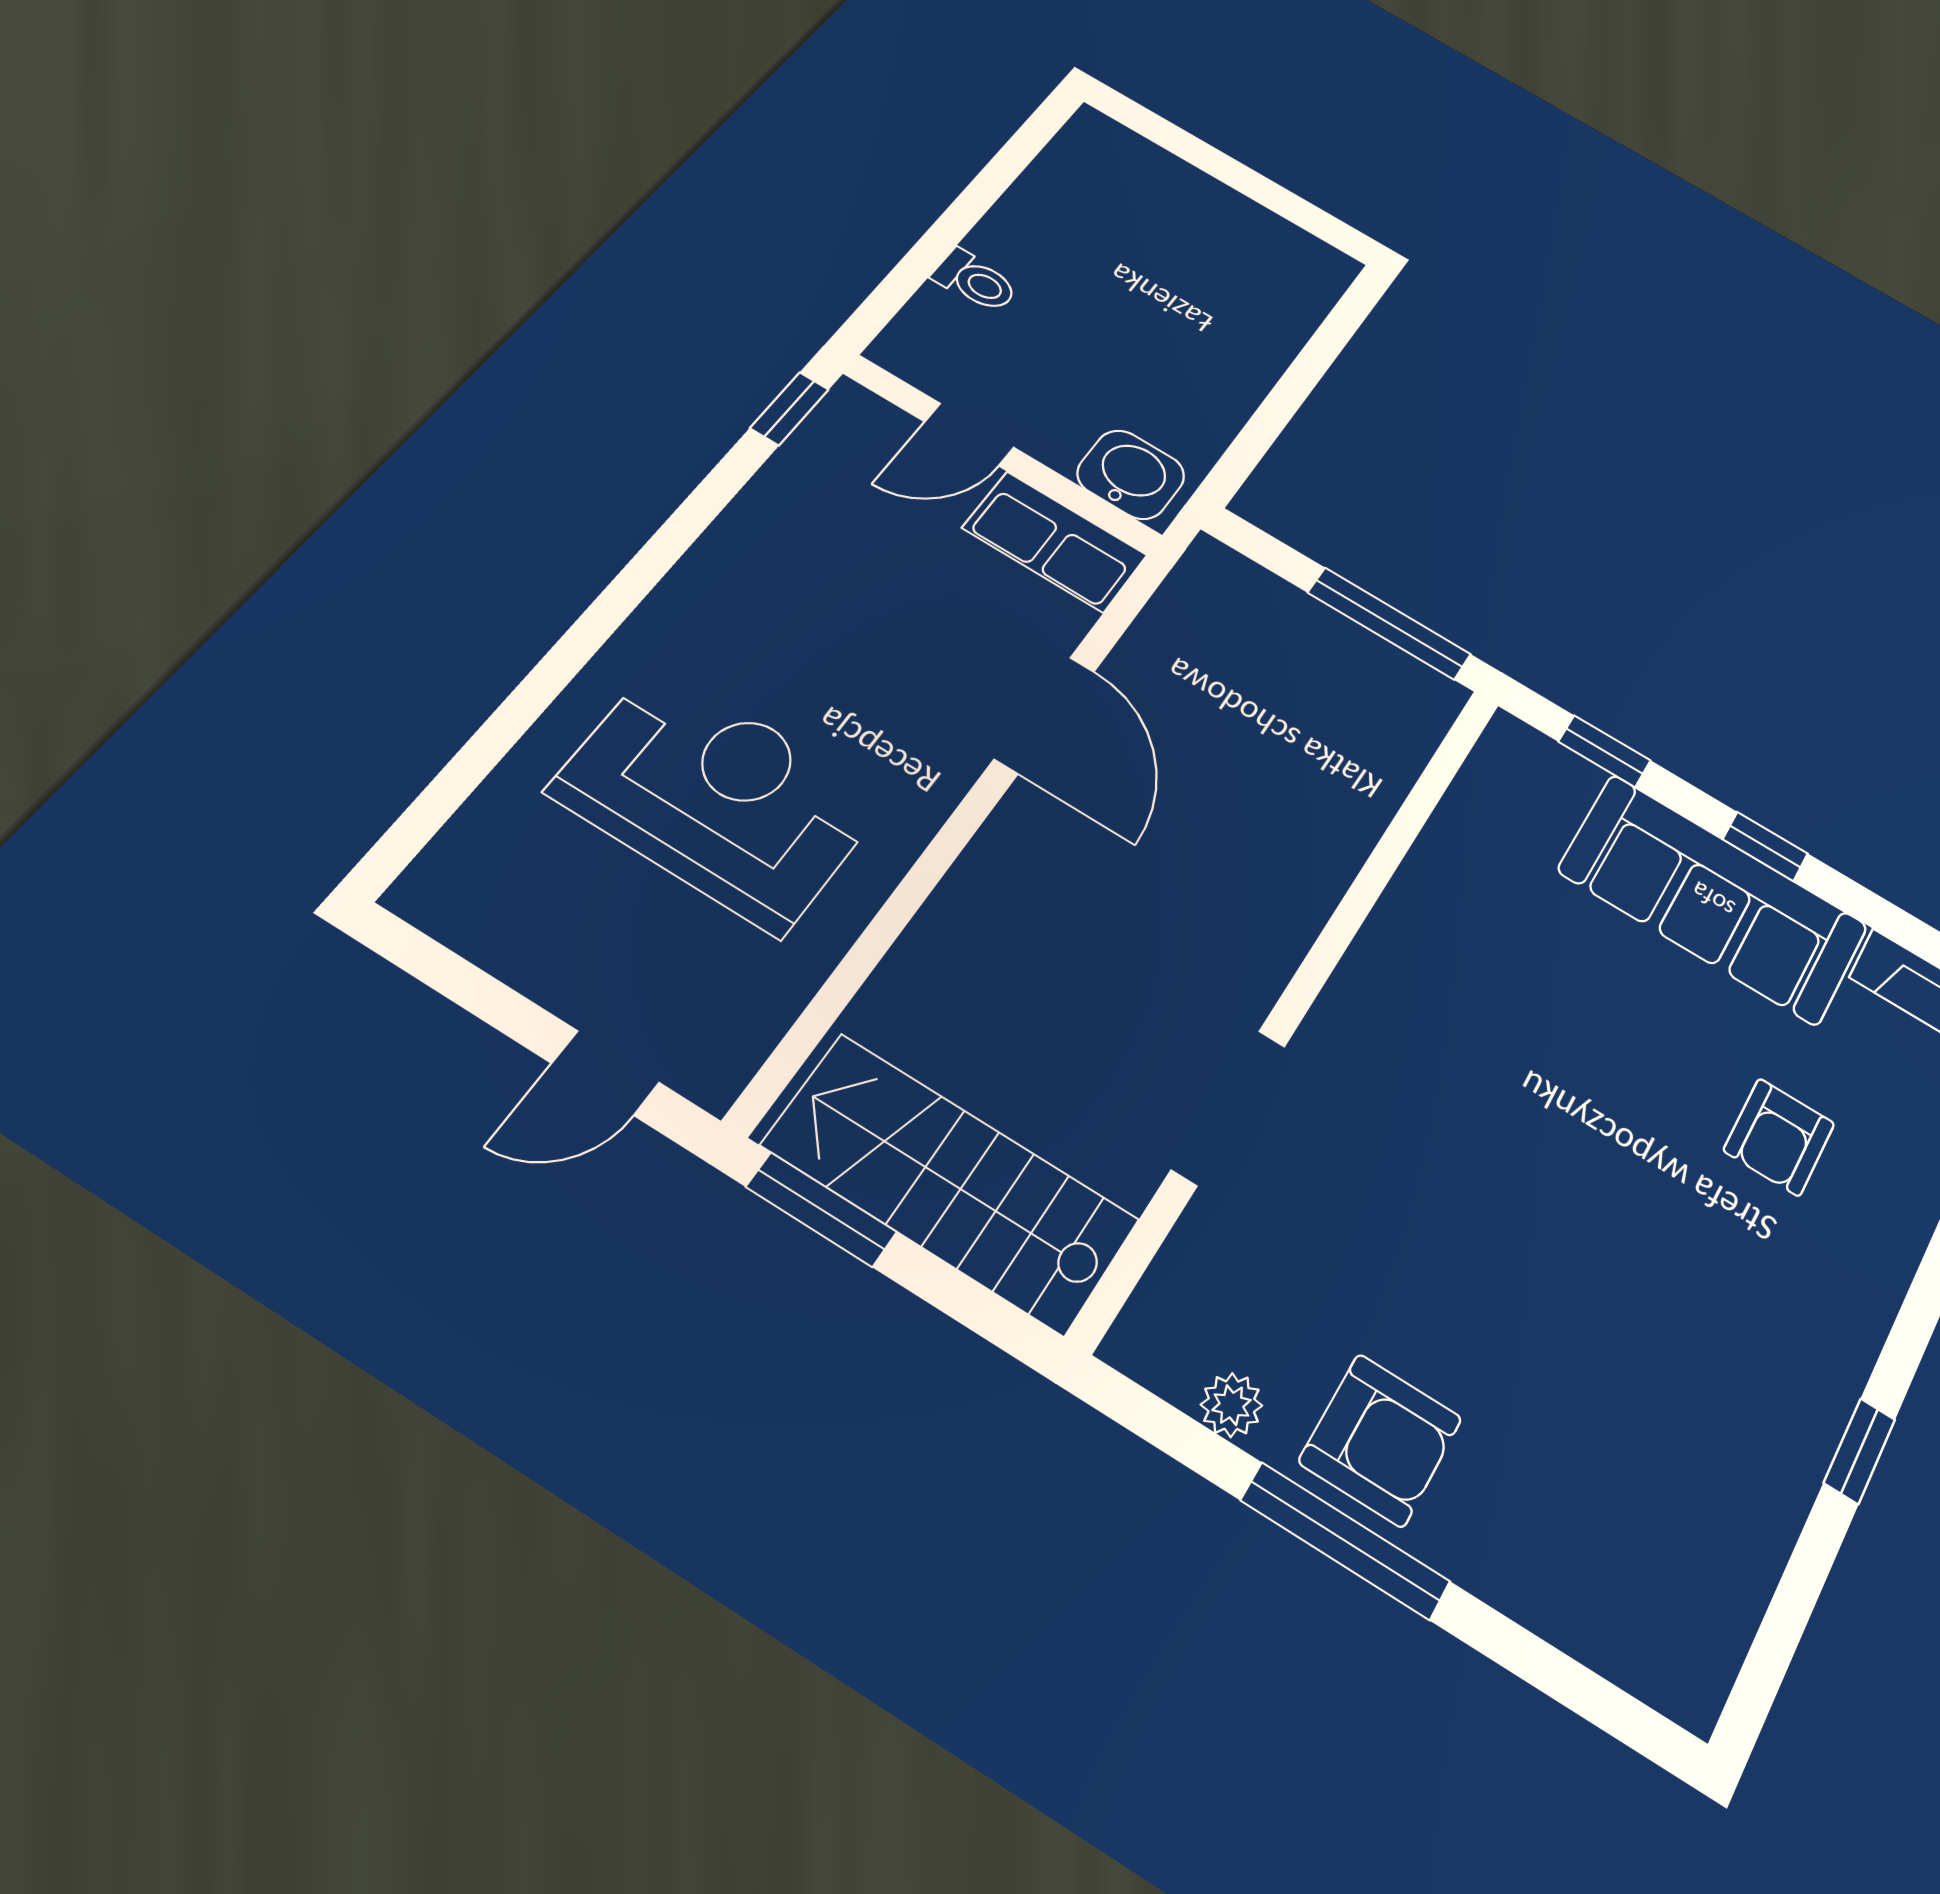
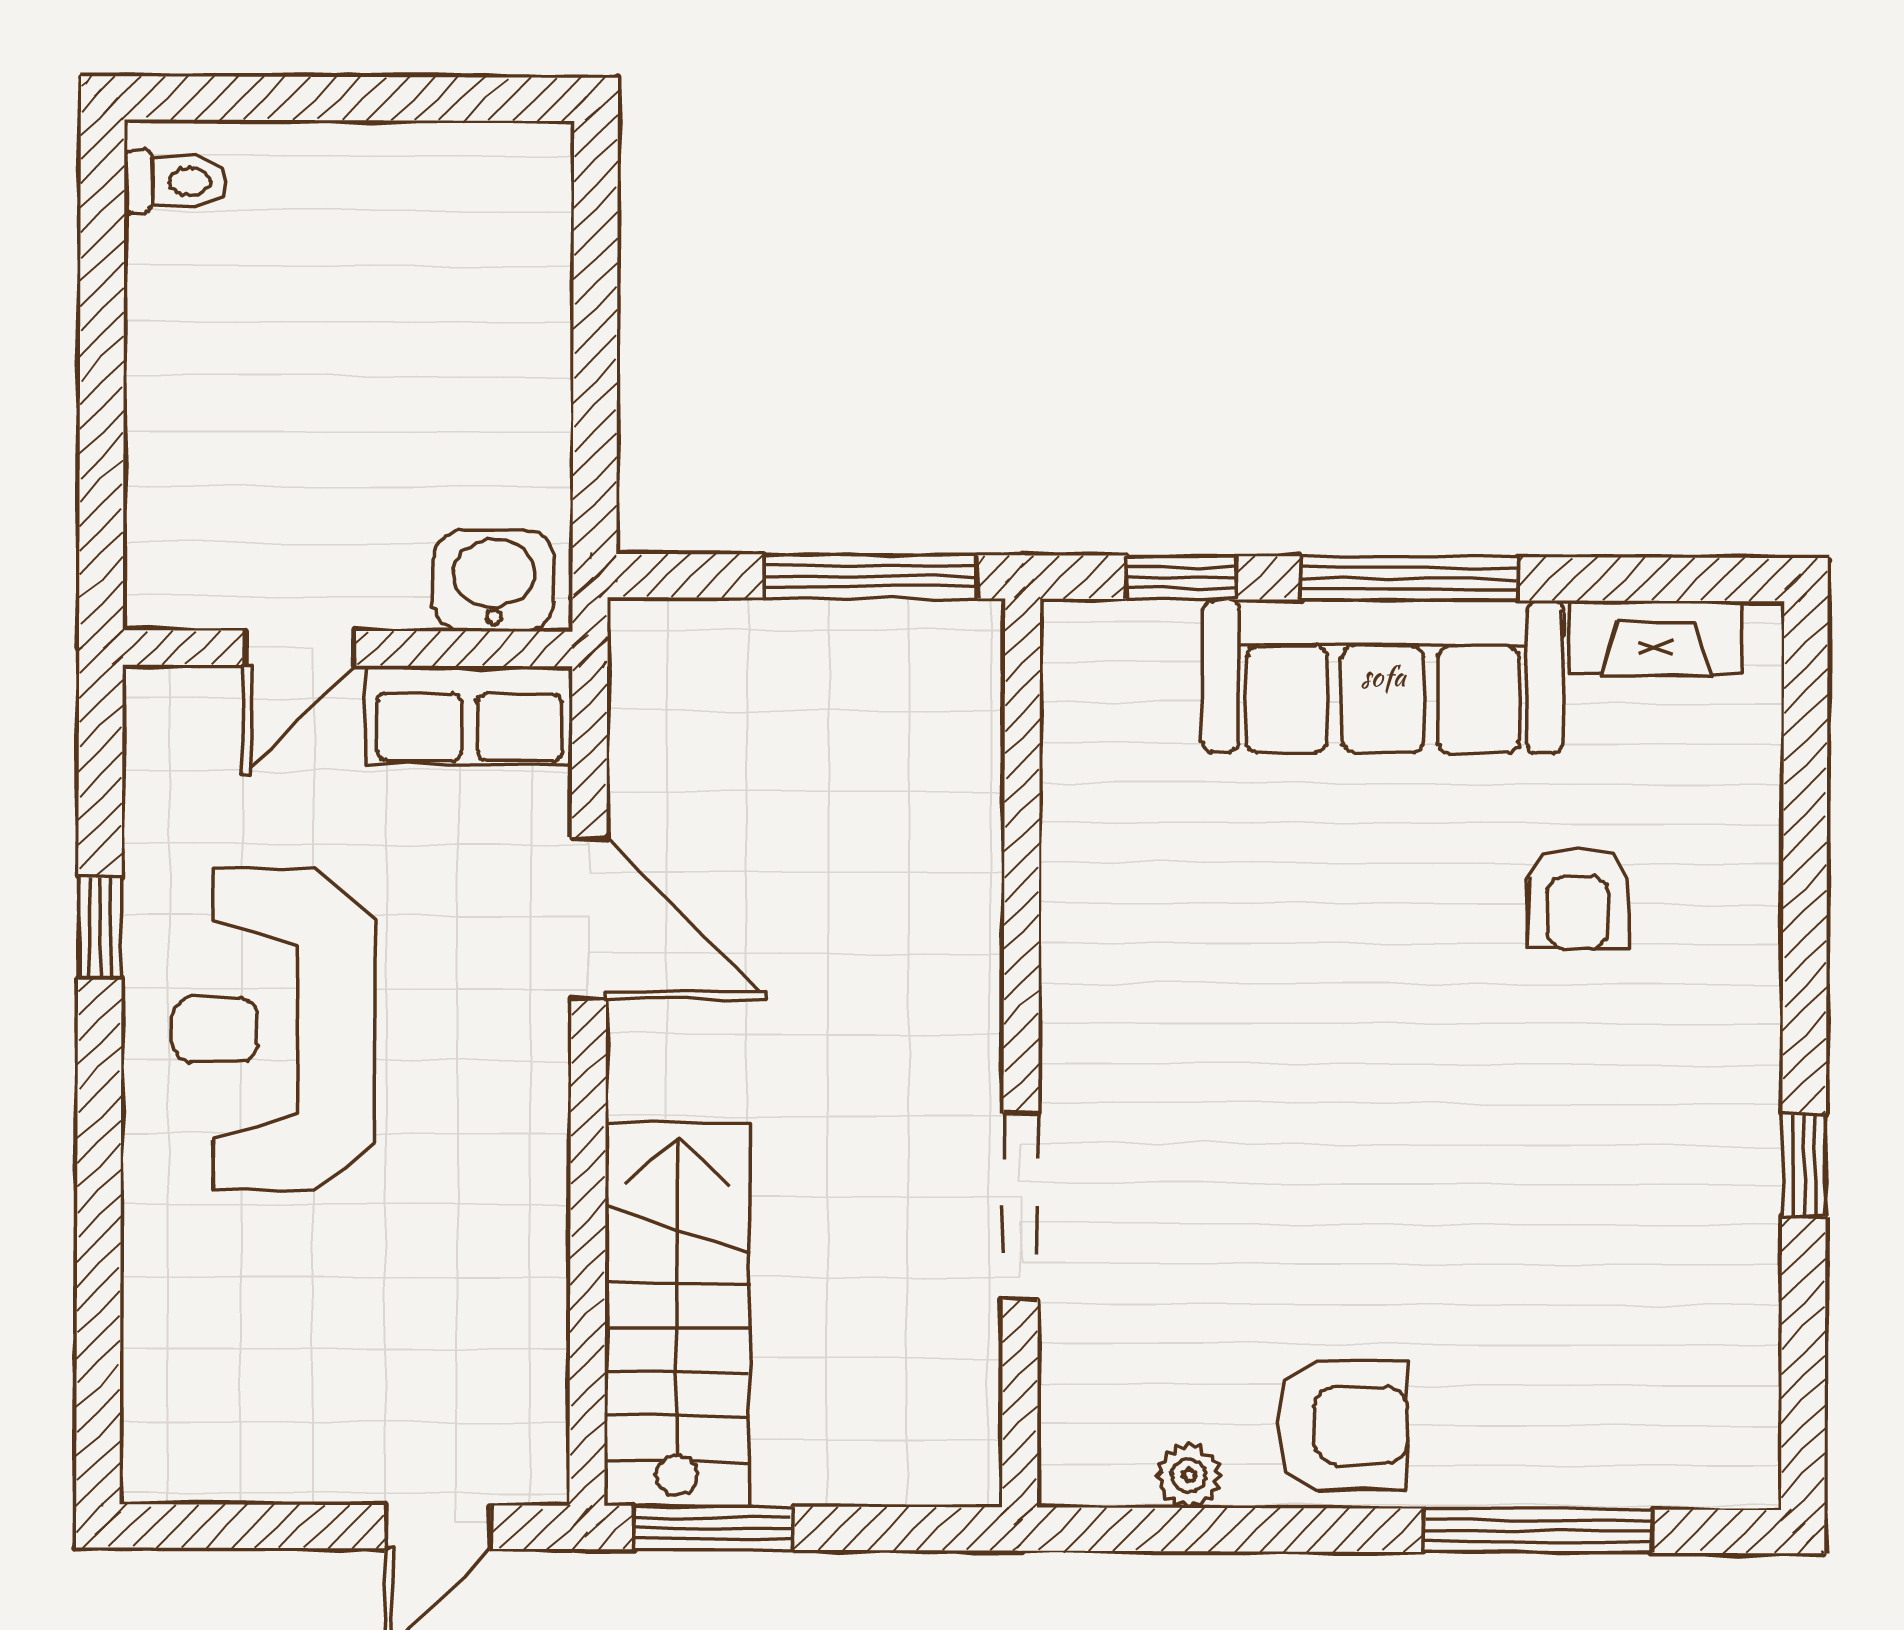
toilet: (975, 281) -> (175, 182), moved
window: (789, 409) -> (100, 927), moved
reception desk: (718, 797) -> (274, 1030), moved, turned -90
window: (1765, 846) -> (1409, 578), width x2.17
stairs: (950, 1183) -> (677, 1314), moved, turned 90
window: (1345, 1541) -> (1538, 1531), moved

